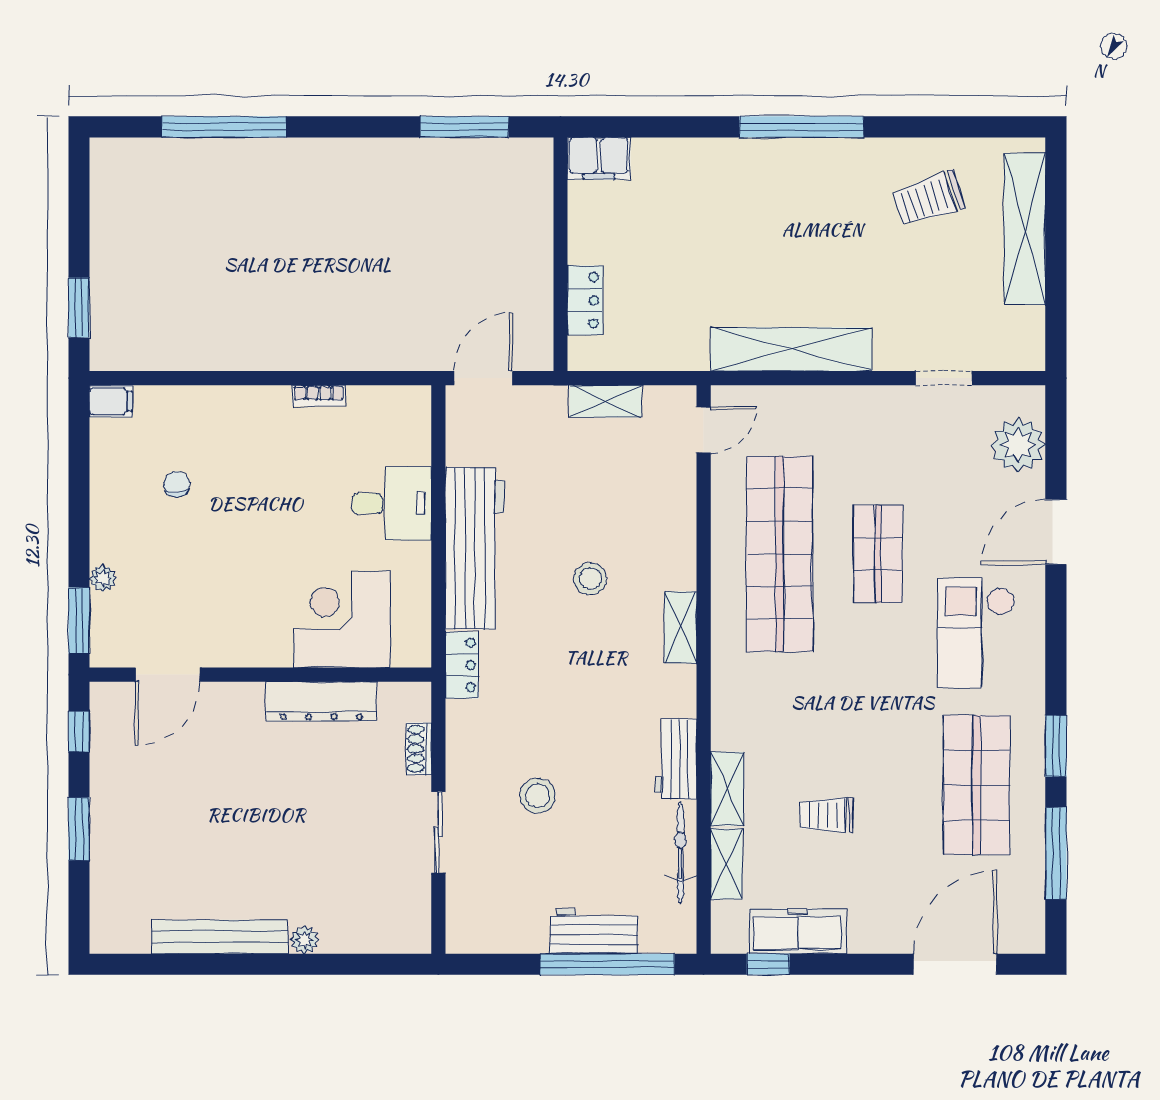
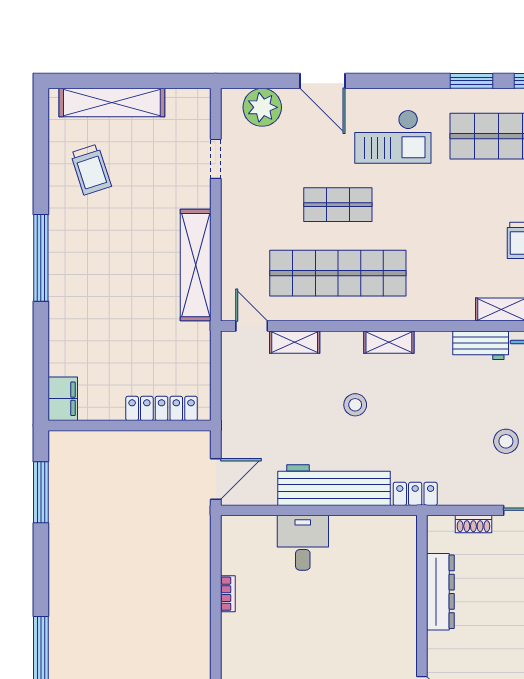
locker: (585, 300) -> (162, 408), width x1.53
door: (483, 378) -> (216, 479), swing flipped
shelving: (605, 401) -> (295, 342), moved, turned 90
corner desk: (342, 619) -> (383, 577), removed

